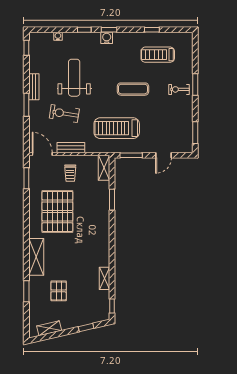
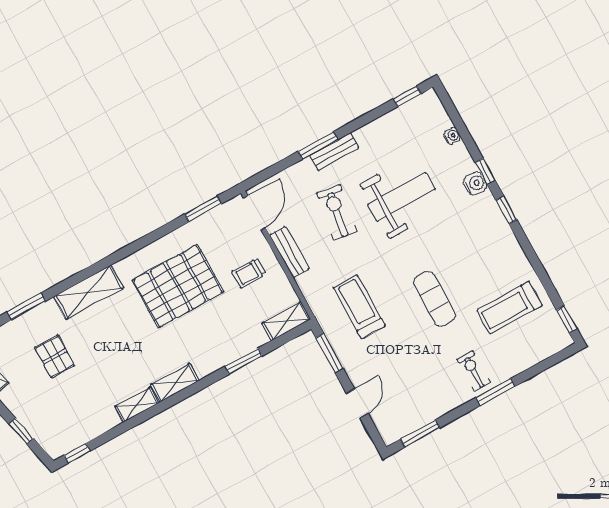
window: (152, 30) -> (567, 319), moved
water cooler: (107, 38) -> (475, 183), moved
treadmill: (158, 55) -> (510, 308), turned -90
bench: (34, 87) -> (334, 152), moved
treadmill: (117, 128) -> (359, 307), width x0.73, depth x0.73
door: (163, 155) -> (357, 403), swing flipped
shelving: (104, 239) -> (175, 383), added
shelving: (105, 278) -> (137, 405), moved
pallet: (59, 291) -> (55, 357), turned 90

